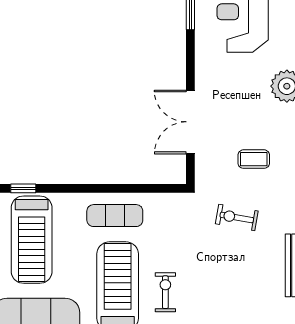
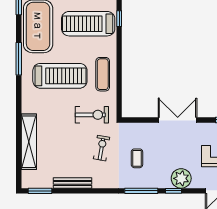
double door: (190, 122) -> (178, 120), moved
exercise bike: (165, 292) -> (92, 115), moved, width x1.38, depth x1.39

